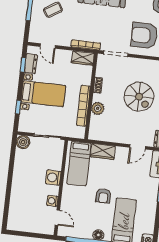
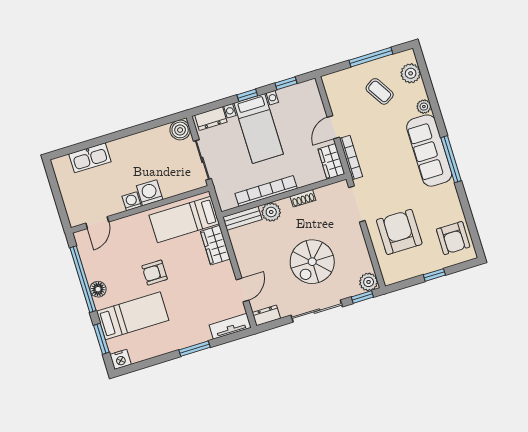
door: (48, 46) -> (333, 127), moved
dresser: (31, 64) -> (211, 118), moved
window: (18, 107) -> (247, 95), moved
bench: (94, 128) -> (242, 218), added
door: (138, 147) -> (242, 290), swing flipped
washing machine: (52, 201) -> (132, 201), moved
kitchen sink: (16, 205) -> (90, 158), added

